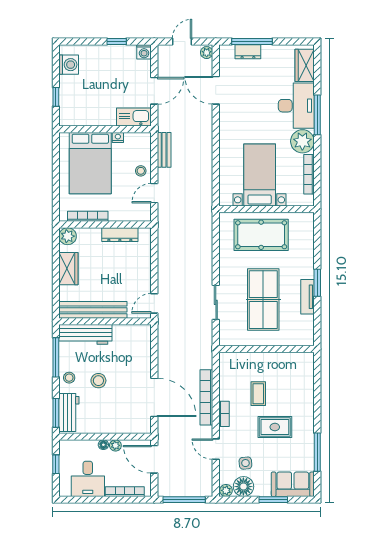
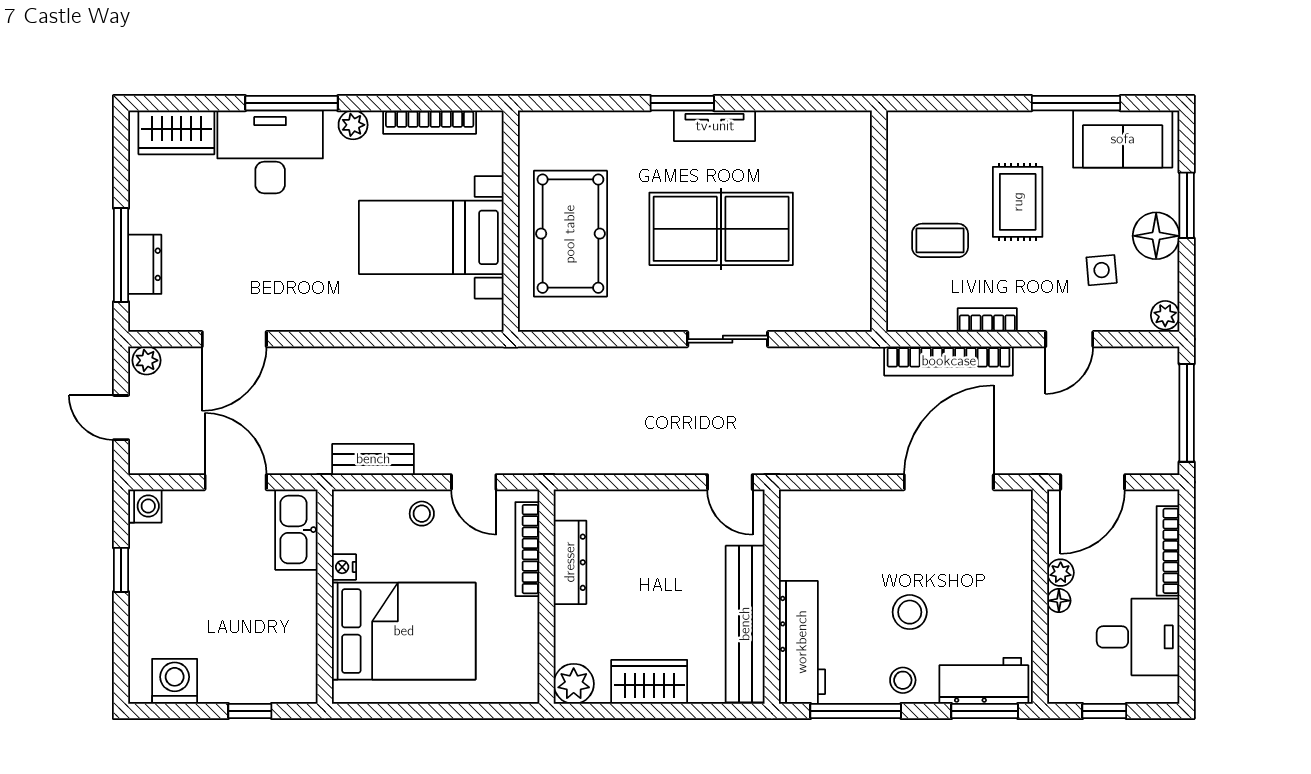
plant: (302, 141) -> (353, 125), width x0.53, depth x0.53
bookcase: (88, 216) -> (527, 549), moved
wall: (267, 349) -> (879, 221), moved
sofa: (293, 484) -> (1123, 139), moved, turned -90
floor lamp: (243, 487) -> (1156, 236), moved

